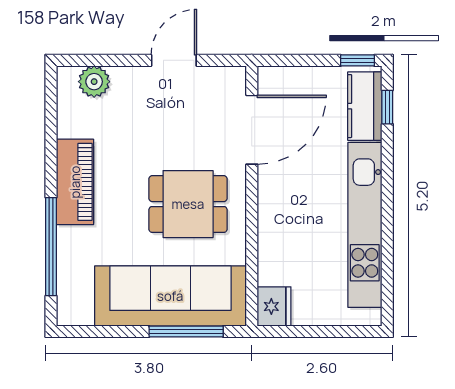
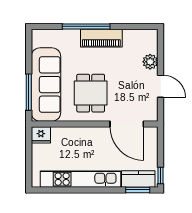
plant: (94, 82) -> (150, 62), moved
window: (387, 107) -> (138, 190), width x1.50
window: (51, 247) -> (86, 26), moved

